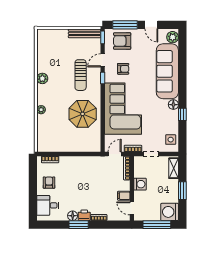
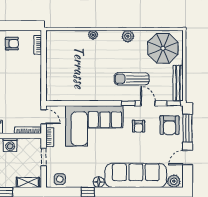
armchair: (122, 41) -> (170, 125), turned 180
parasol: (83, 114) -> (163, 48), moved

